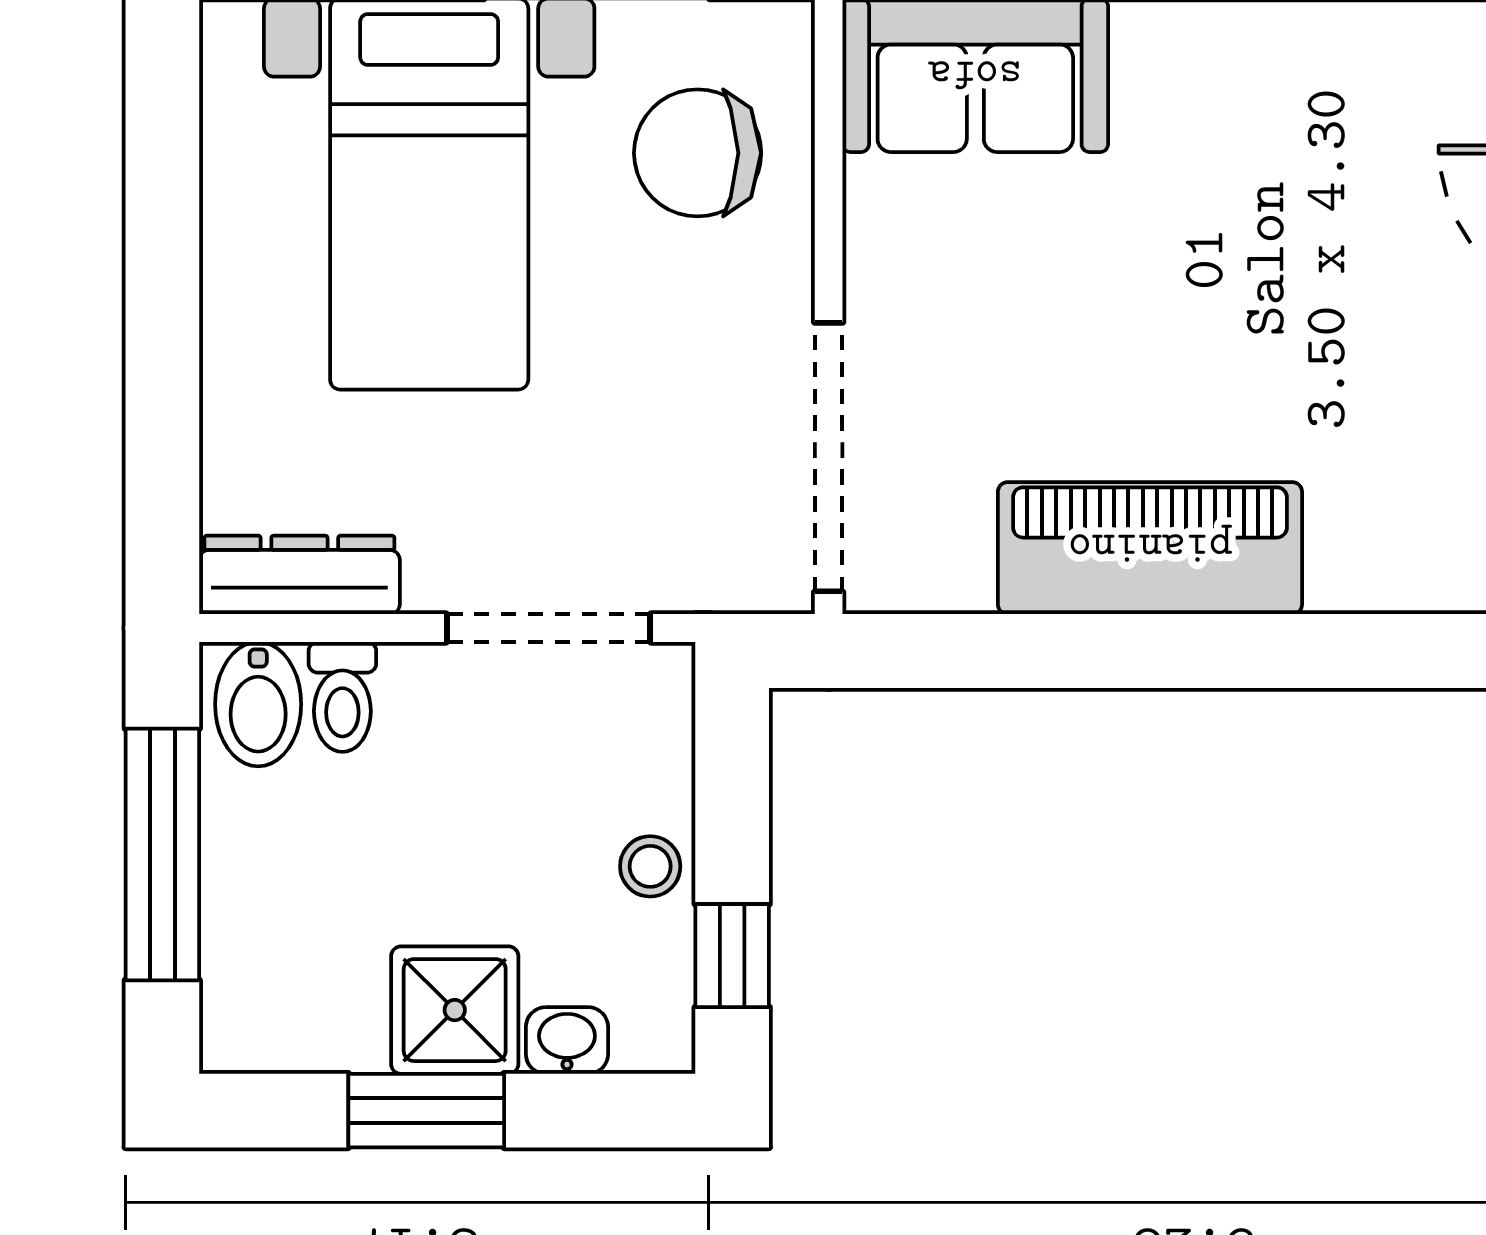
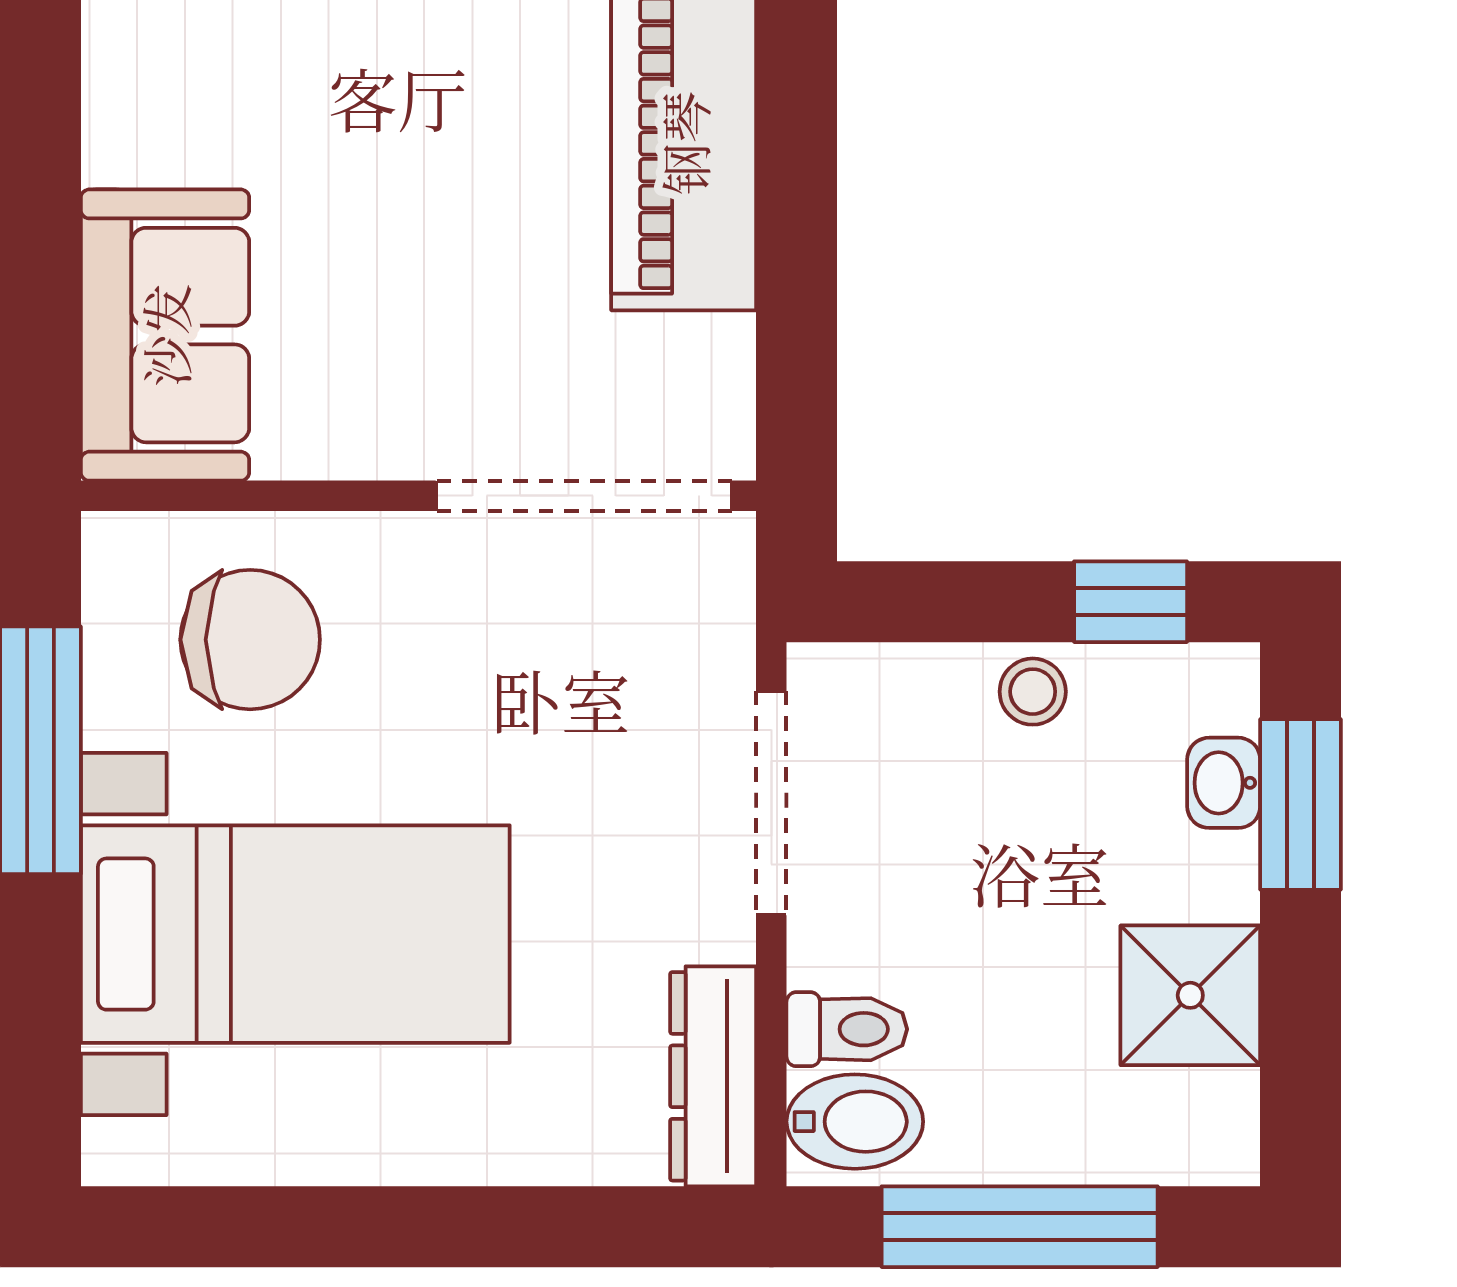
chair: (698, 153) -> (250, 640), turned -90
shower: (455, 1010) -> (1190, 995), moved
window: (426, 1111) -> (1301, 804), moved

